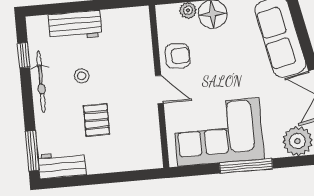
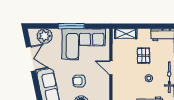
armchair: (177, 56) -> (79, 81), moved
shelving: (136, 161) -> (126, 34), added

